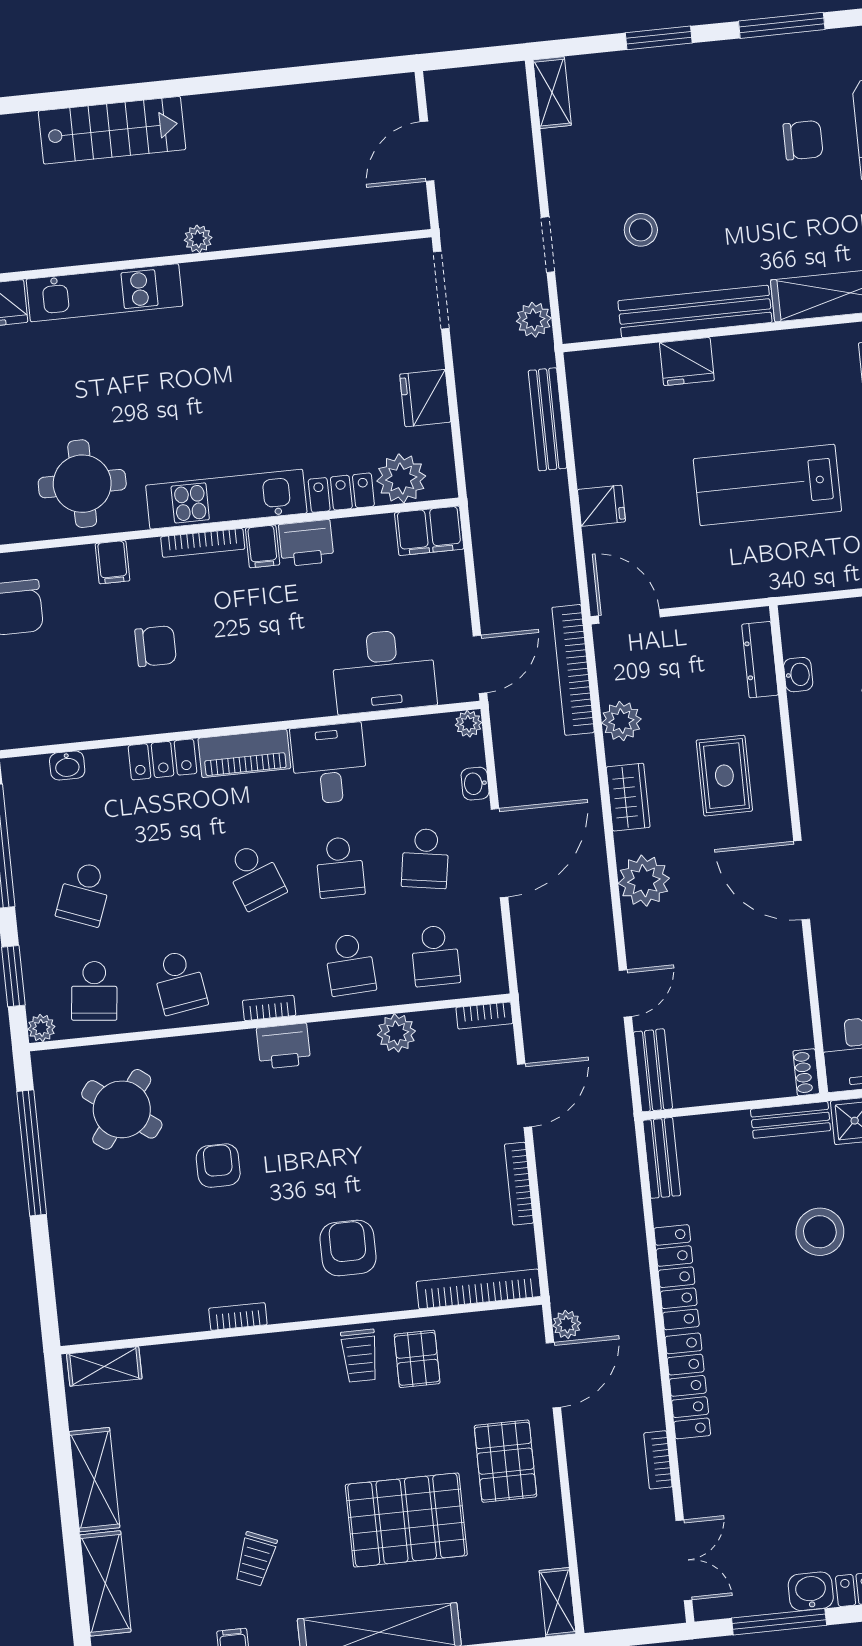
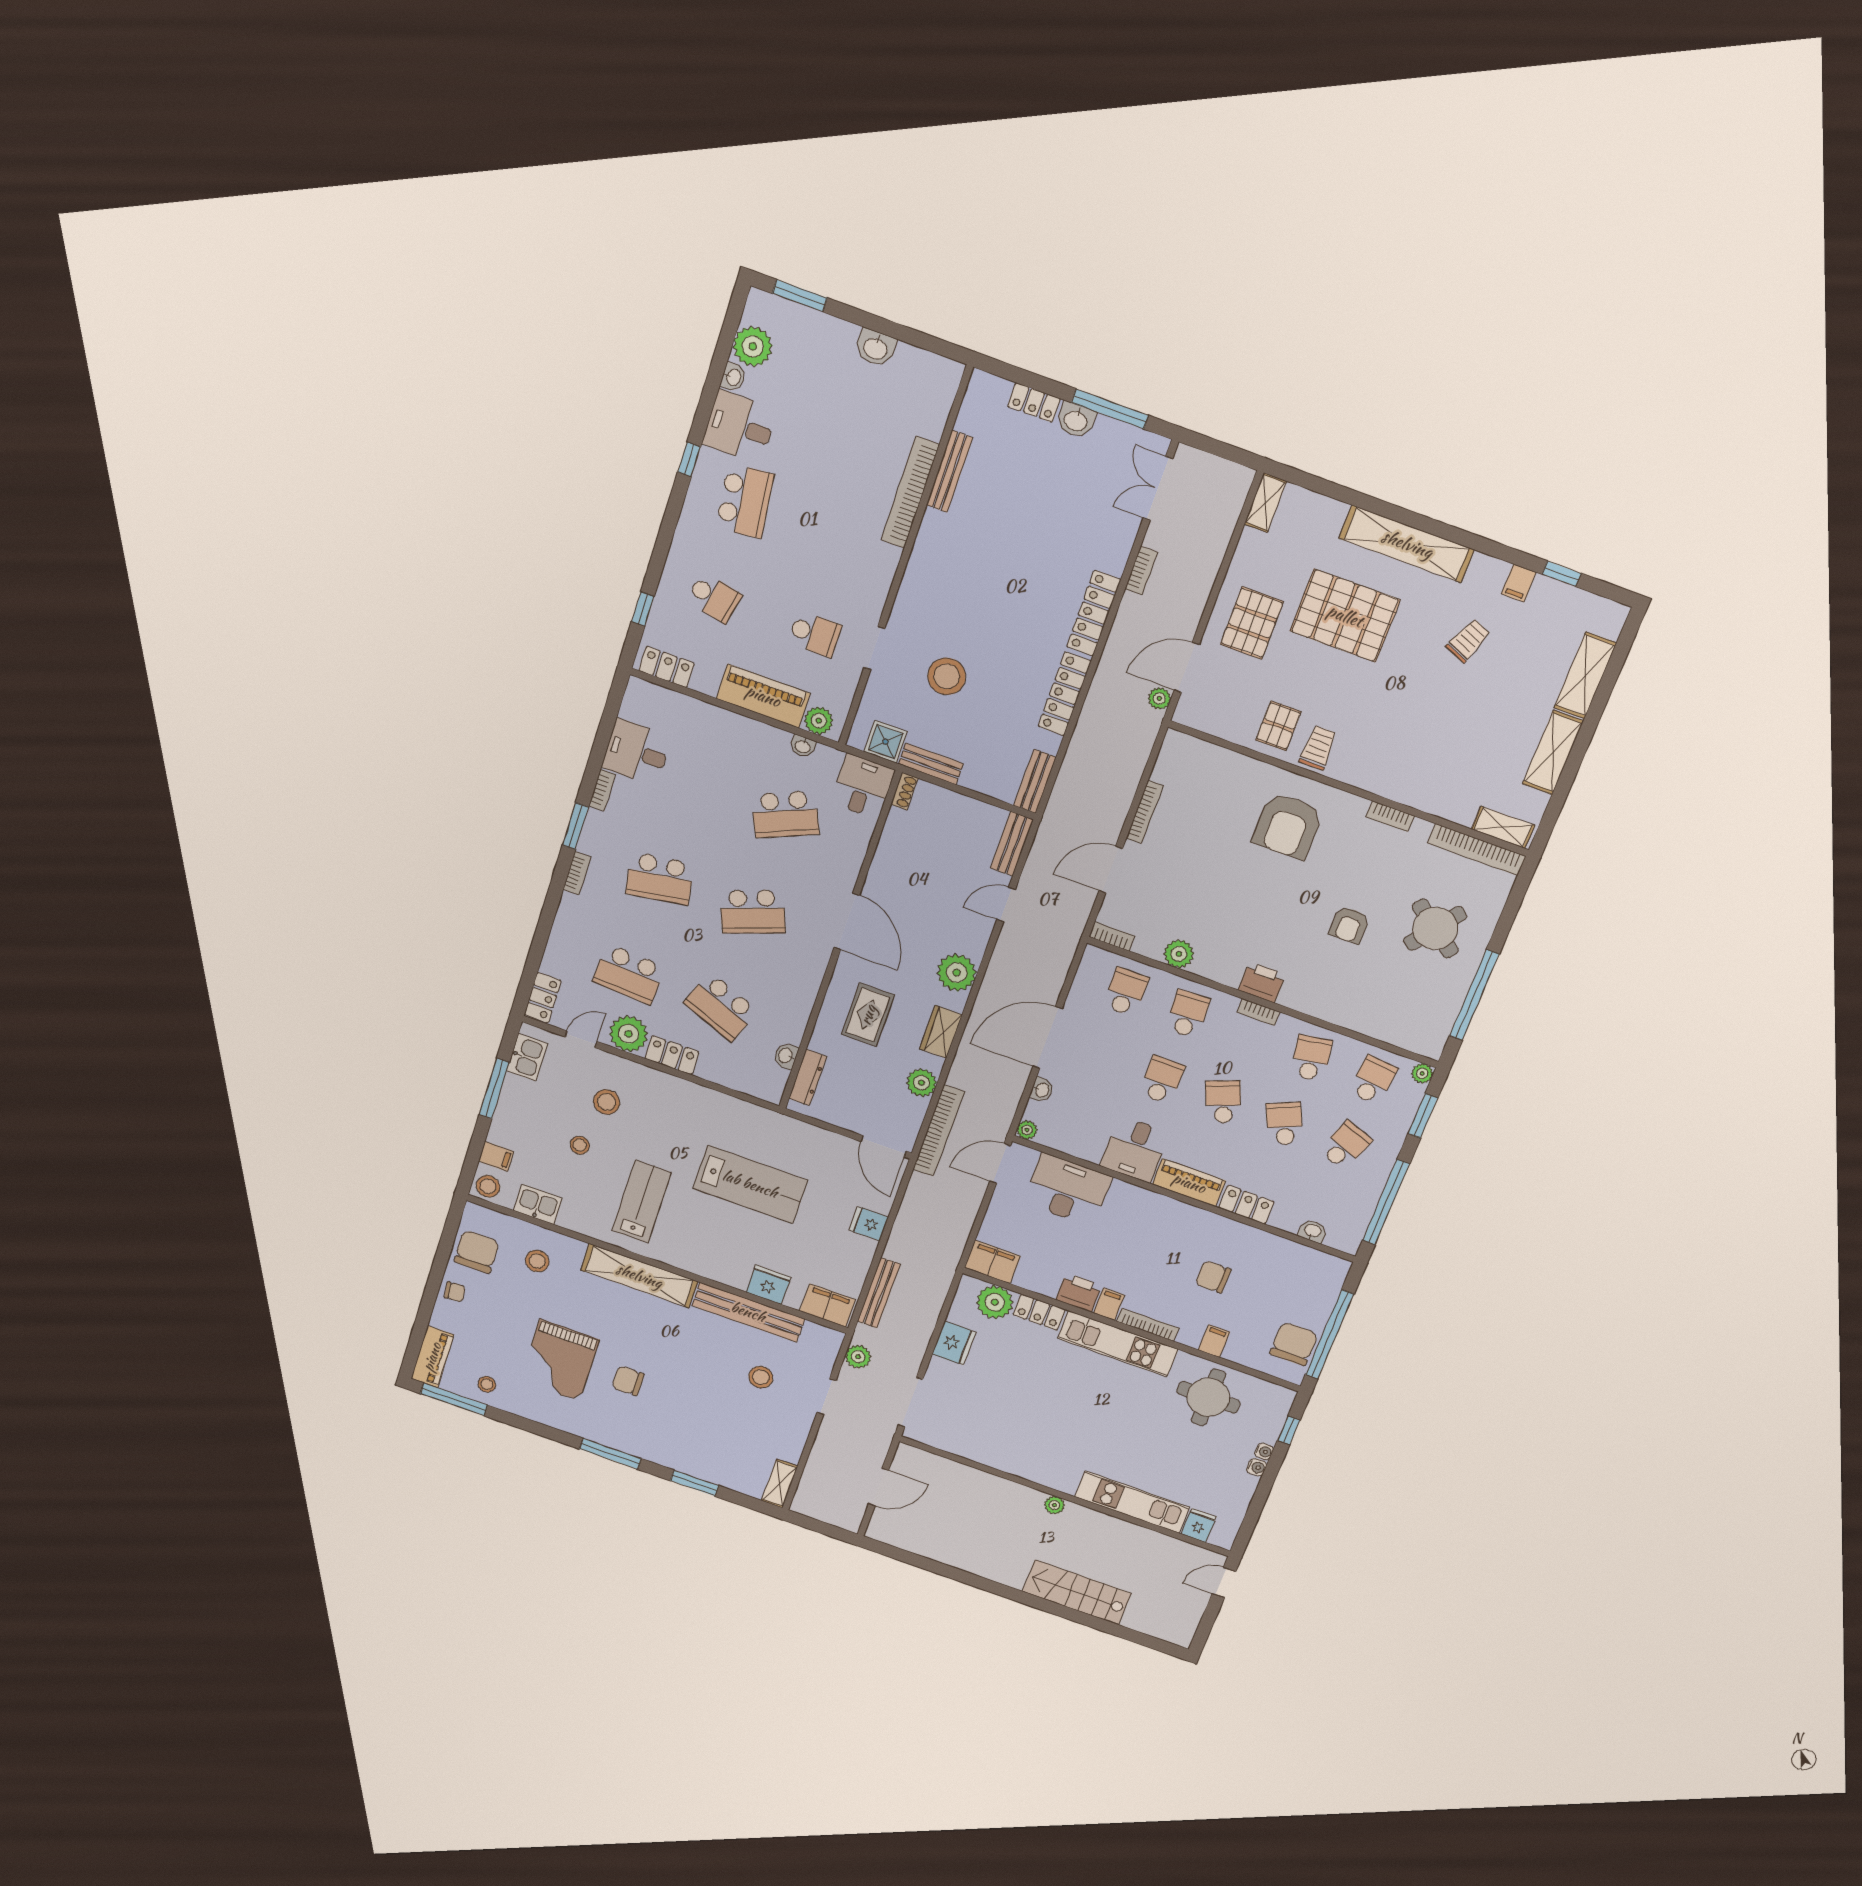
filing cabinet: (602, 370) -> (827, 1305), added
school desk: (425, 858) -> (1284, 1124), moved, turned -33
round table: (122, 1109) -> (1435, 928), moved
armchair: (348, 1248) -> (1288, 826), width x1.36, depth x1.36
bookcase: (479, 1289) -> (1477, 850), moved

